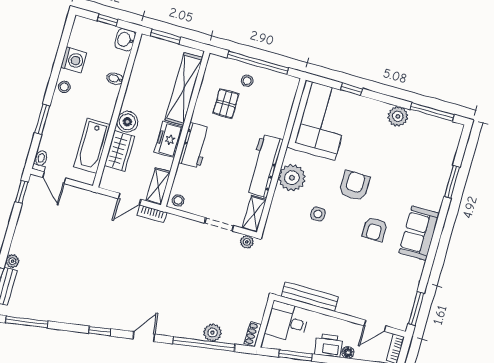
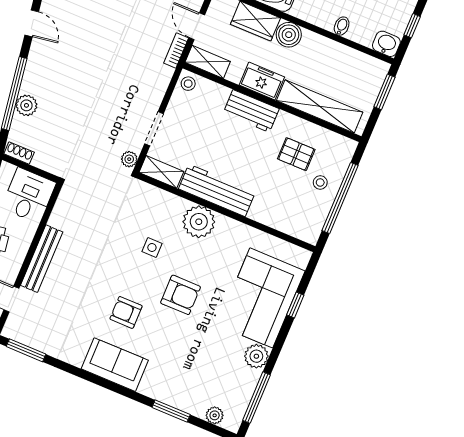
corner sofa: (320, 120) -> (261, 298), moved, turned 90
plant: (451, 145) -> (215, 415), added
bench: (310, 297) -> (42, 259), moved

